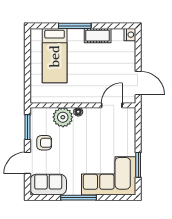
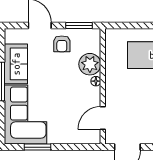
door: (112, 105) -> (103, 118), swing flipped
sofa: (48, 185) -> (16, 64), moved

